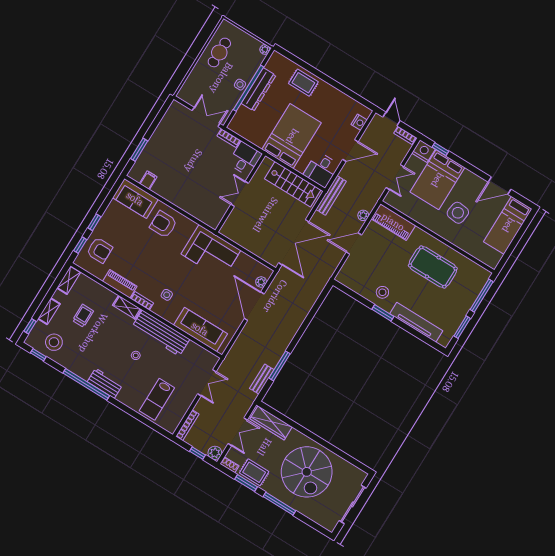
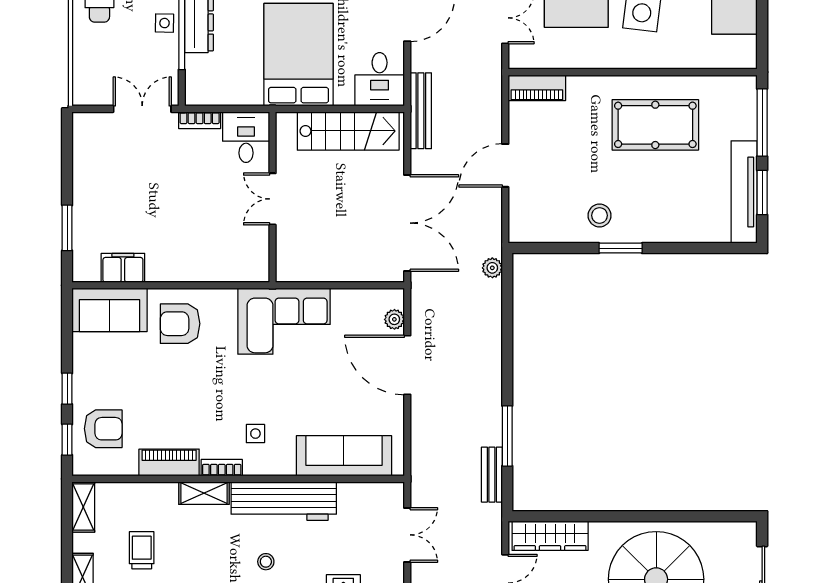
filing cabinet: (148, 180) -> (123, 268), width x2.00
plant: (363, 215) -> (492, 268), moved
piano: (393, 222) -> (537, 88), width x0.73, depth x0.75
tv unit: (416, 322) -> (744, 192), moved, turned -90

